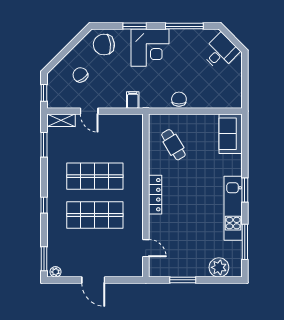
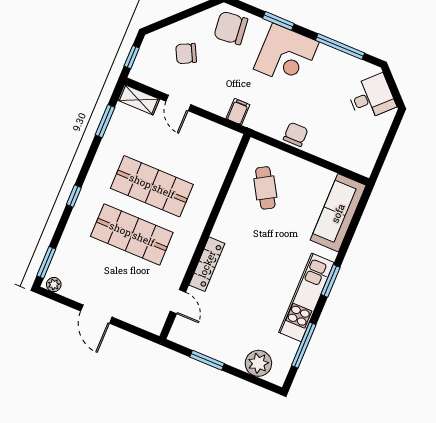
chair: (80, 75) -> (186, 54), turned -83
sofa: (231, 134) -> (338, 213), width x1.36
locker: (155, 195) -> (207, 264), moved

